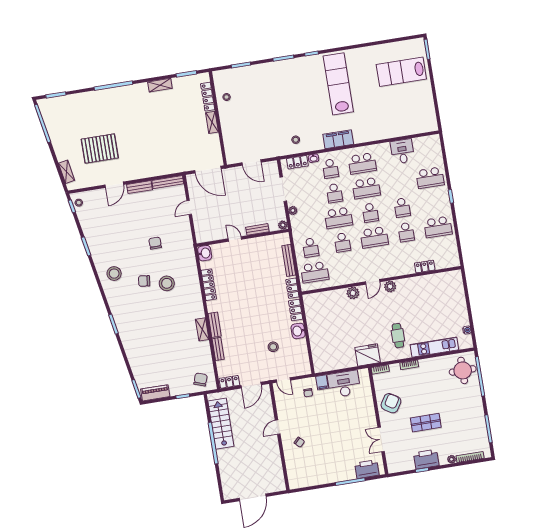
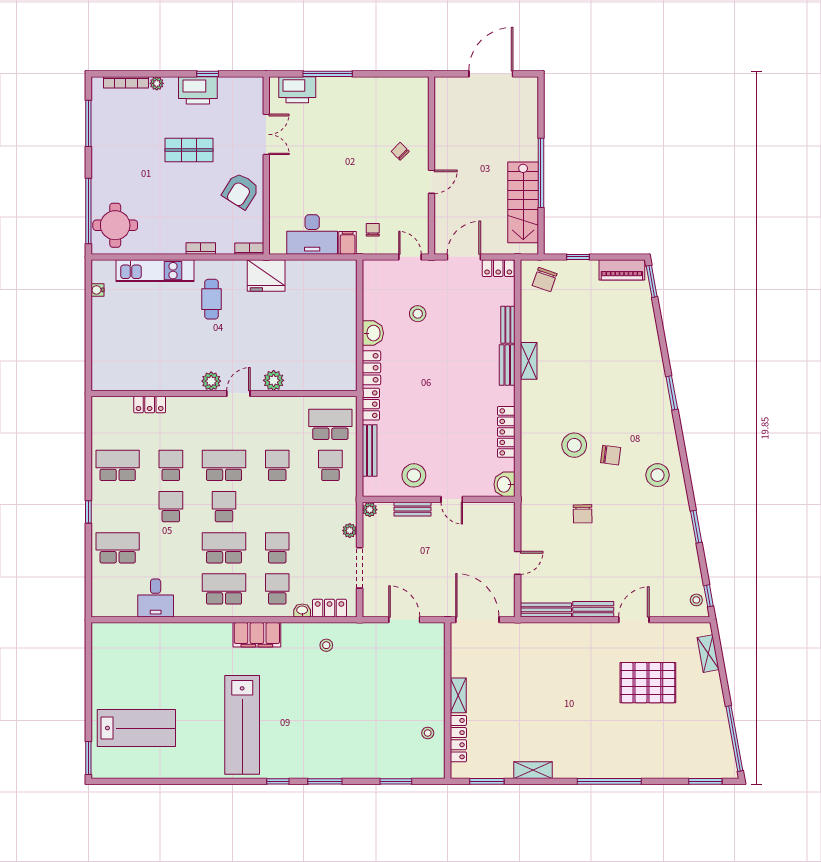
school desk: (338, 218) -> (277, 507), removed
stool: (260, 250) -> (414, 475), added

